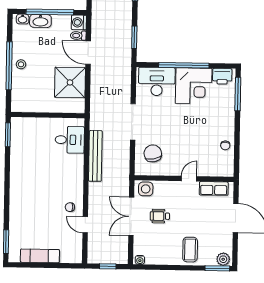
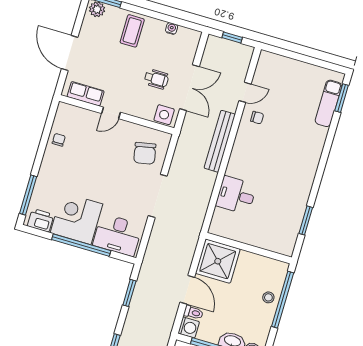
wall: (48, 115) -> (249, 248), moved
bench: (95, 156) -> (220, 141), moved
door: (85, 225) -> (245, 92), hinge flipped
exam couch: (40, 256) -> (328, 103), moved, turned 90
water cooler: (140, 260) -> (172, 28), moved

